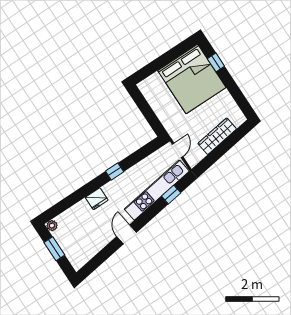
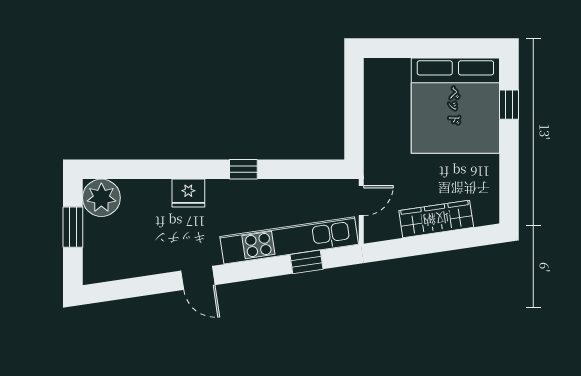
plant: (52, 226) -> (101, 198), width x1.87, depth x1.87
door: (126, 234) -> (198, 278), swing flipped

